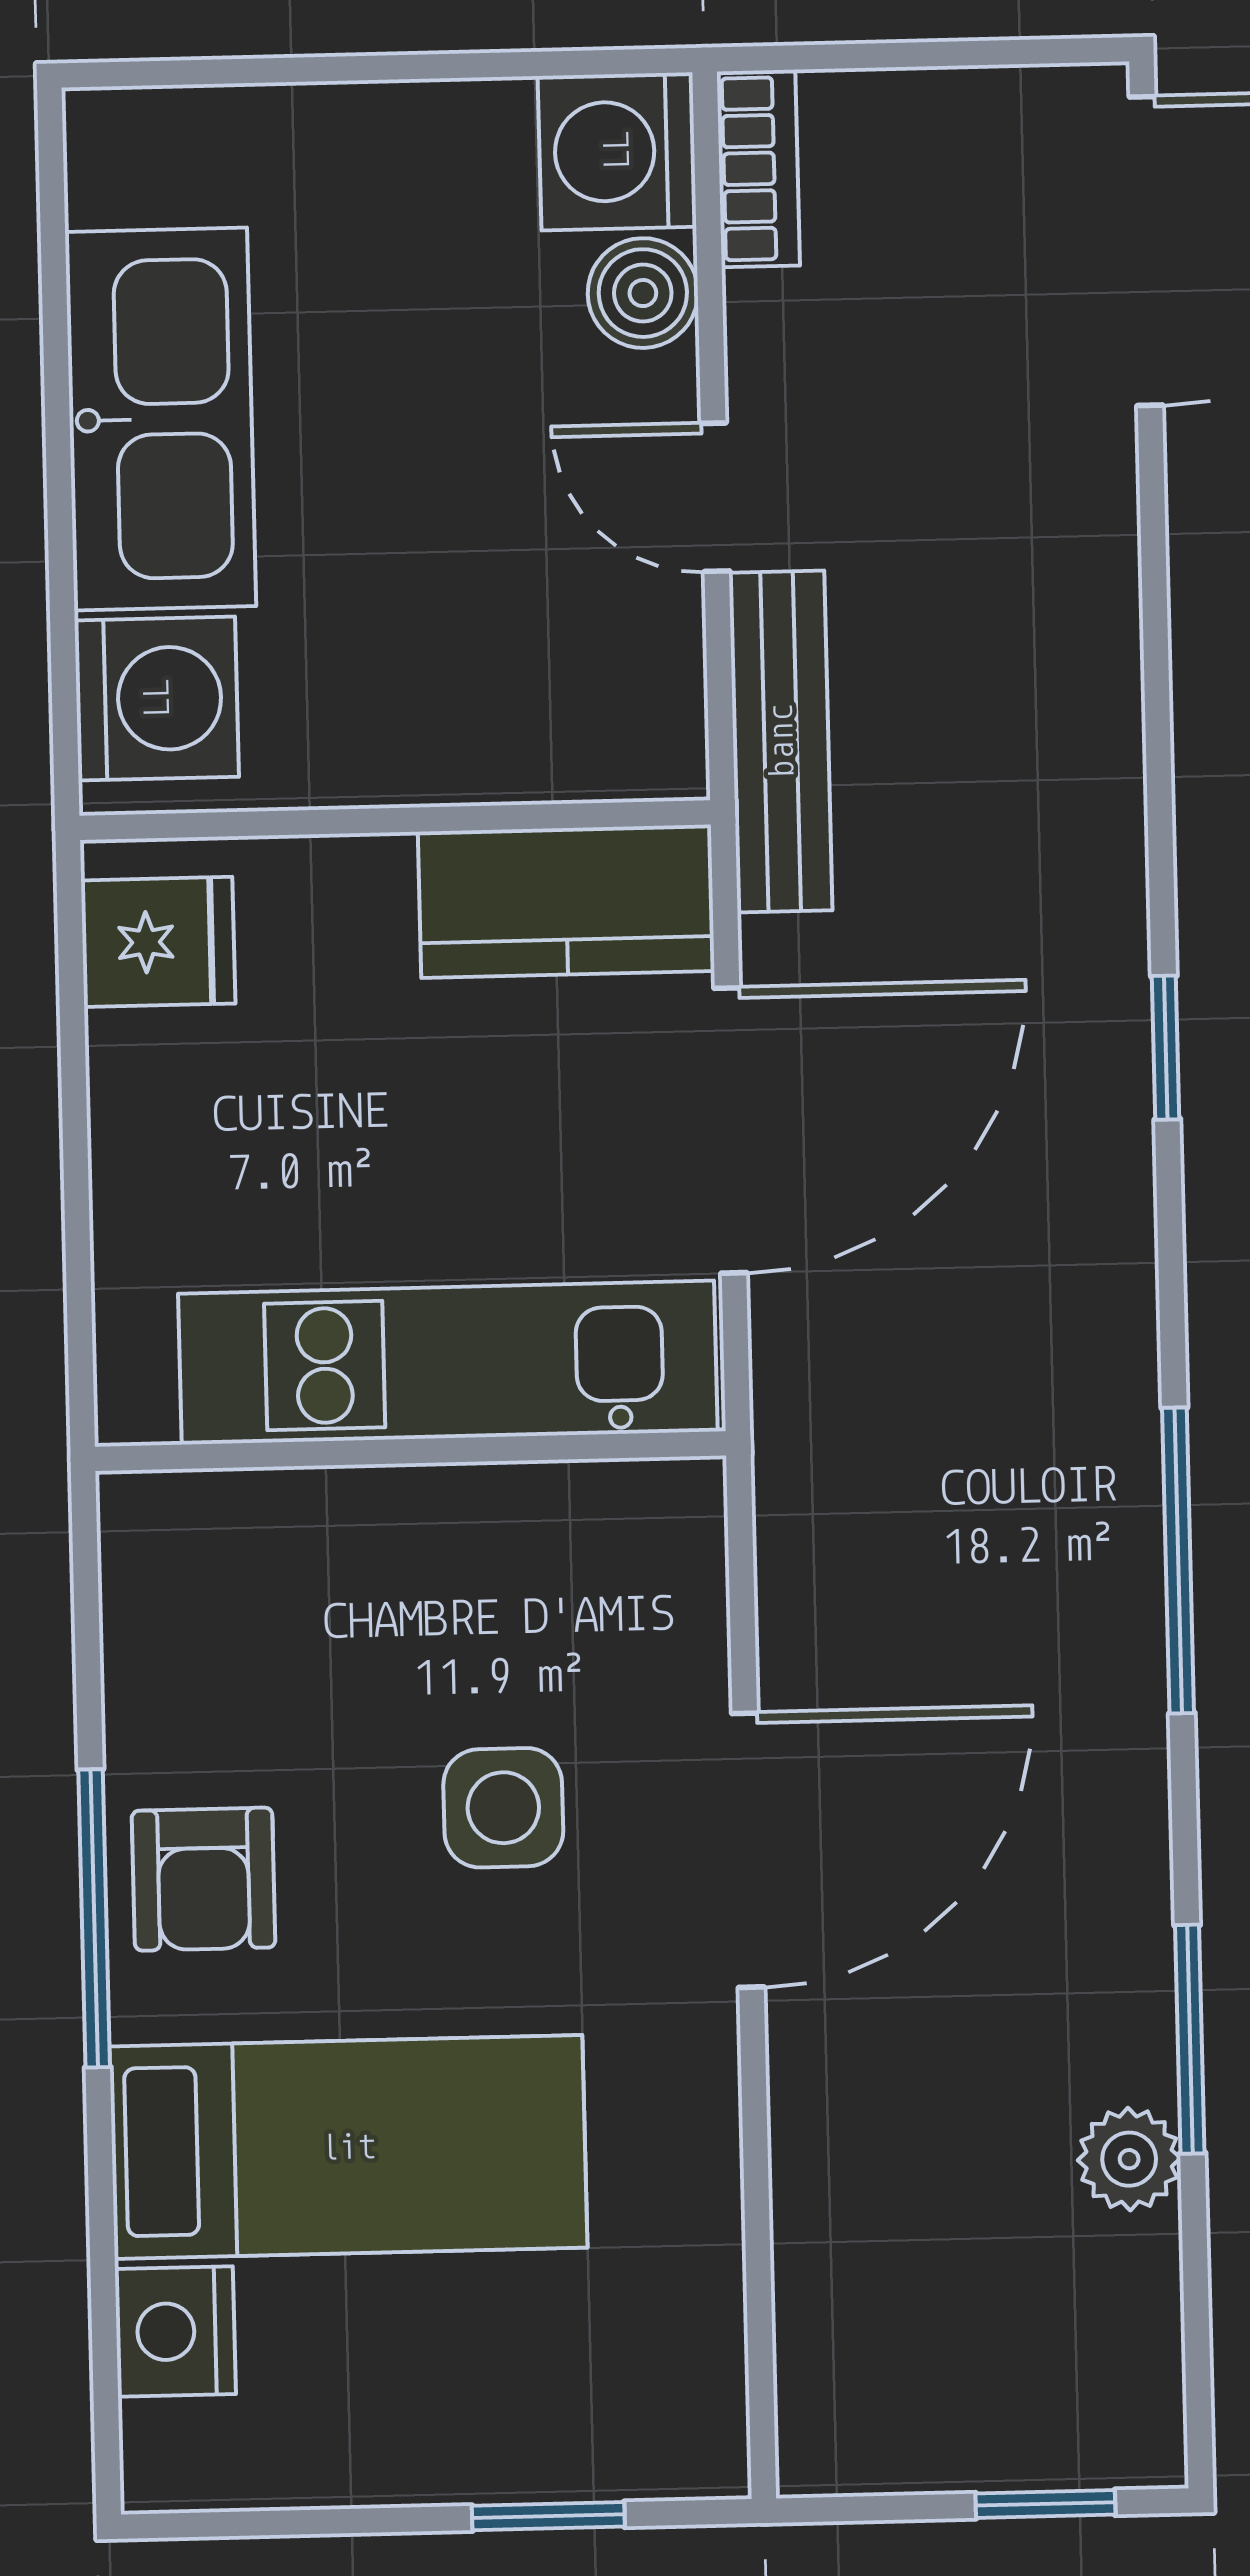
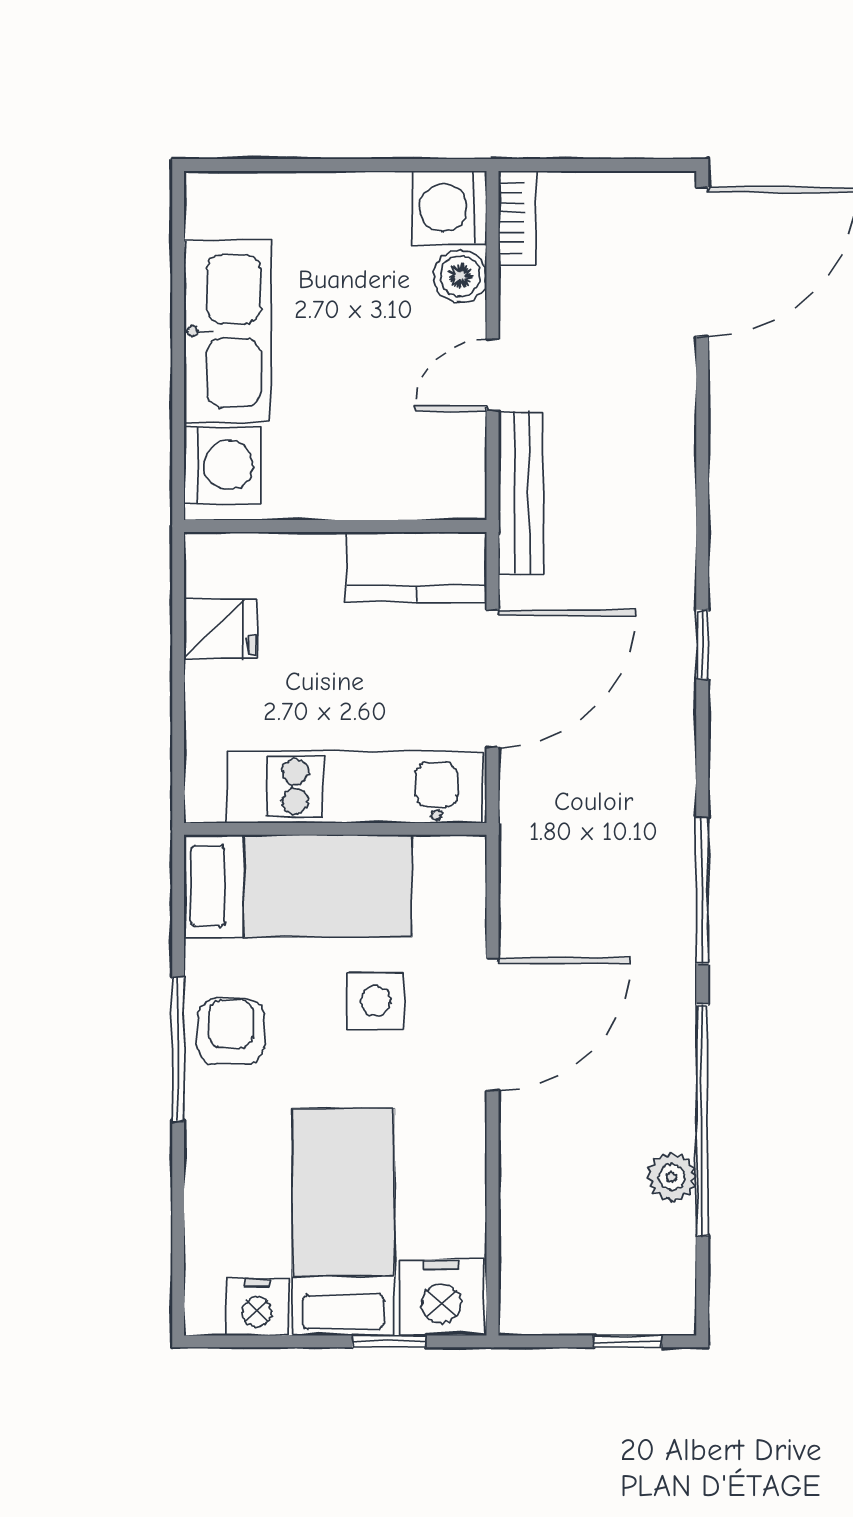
door: (715, 497) -> (493, 375), hinge flipped
fridge: (158, 942) -> (220, 629), moved
bed: (335, 1572) -> (298, 886), added
armchair: (204, 1879) -> (231, 1032), turned 180
window: (1190, 2039) -> (702, 1120), width x2.11
bed: (348, 2147) -> (343, 1222), moved, turned -90
nightstand: (175, 2332) -> (257, 1307), moved, turned -90
nightstand: (656, 2422) -> (442, 1298), added

